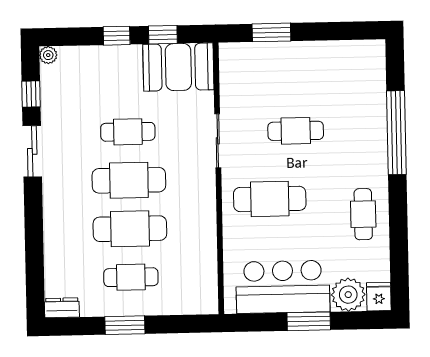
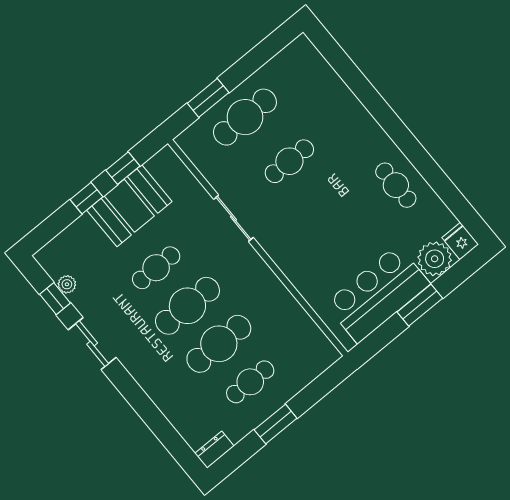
plant: (48, 55) -> (67, 284), moved
booth: (178, 67) -> (129, 206), moved
window: (396, 133) -> (371, 99), removed
cafe table: (270, 199) -> (245, 117), moved

